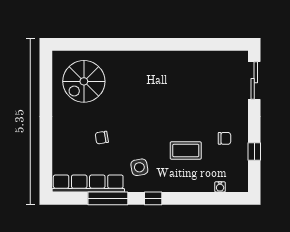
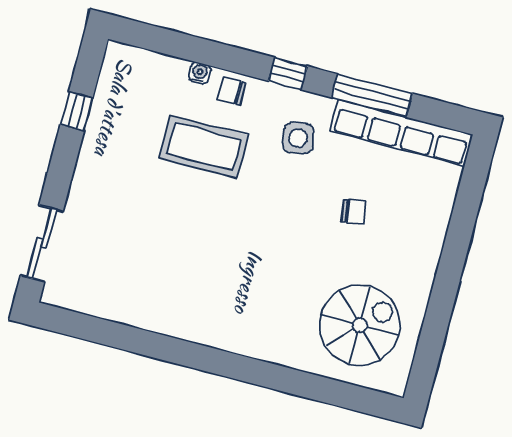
chair: (225, 138) -> (231, 91), moved
coffee table: (186, 151) -> (204, 147), width x1.36, depth x1.32
water cooler: (220, 187) -> (200, 73), moved

